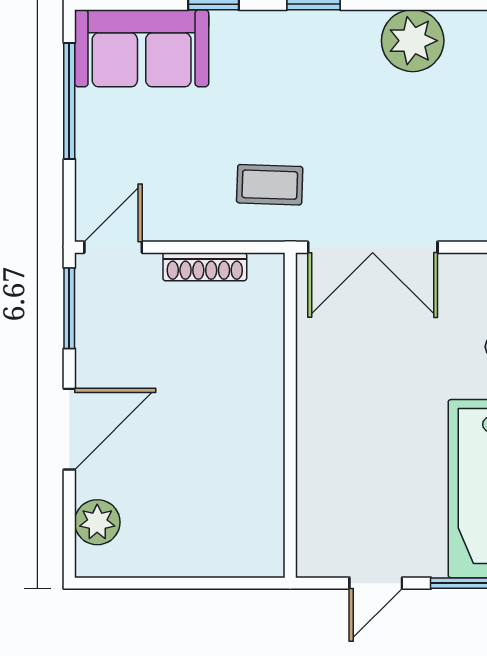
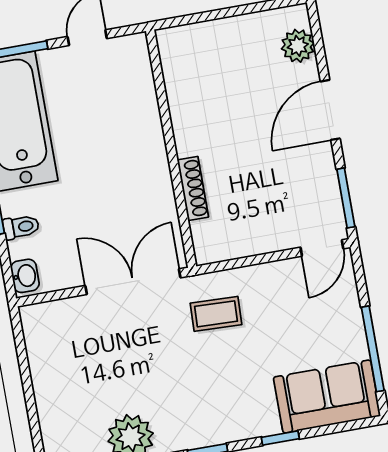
shoe rack: (205, 267) -> (193, 189), moved, turned 90

